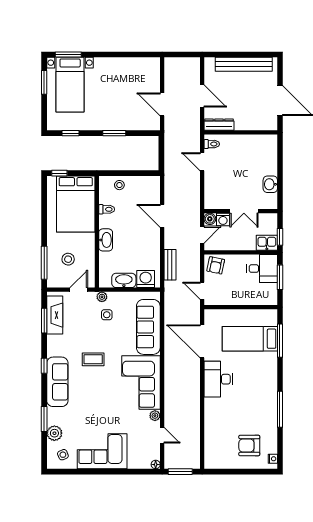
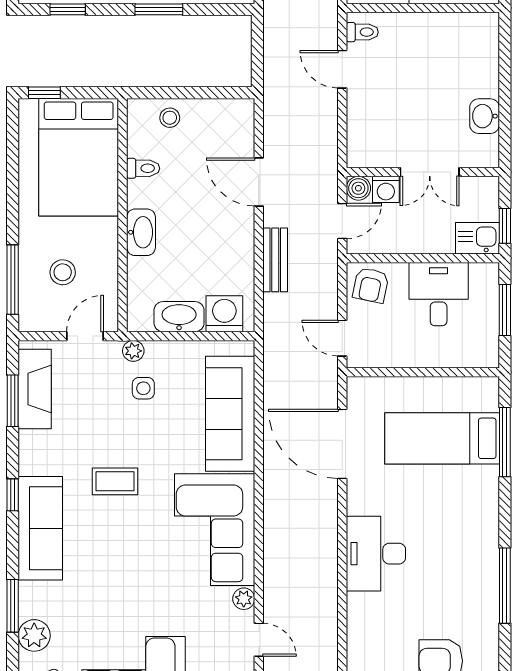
bench: (170, 265) -> (275, 260), moved
desk: (262, 269) -> (439, 294), moved, turned -90
desk: (218, 379) -> (376, 554), moved

